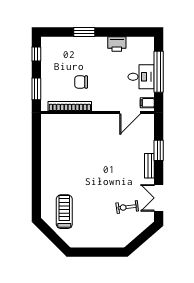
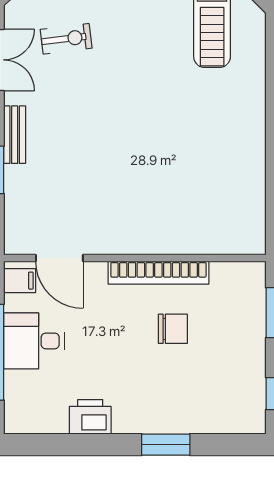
bookcase: (70, 106) -> (158, 273), moved
door: (130, 113) -> (59, 258), swing flipped

